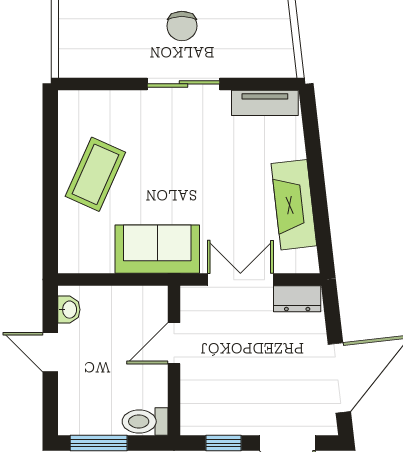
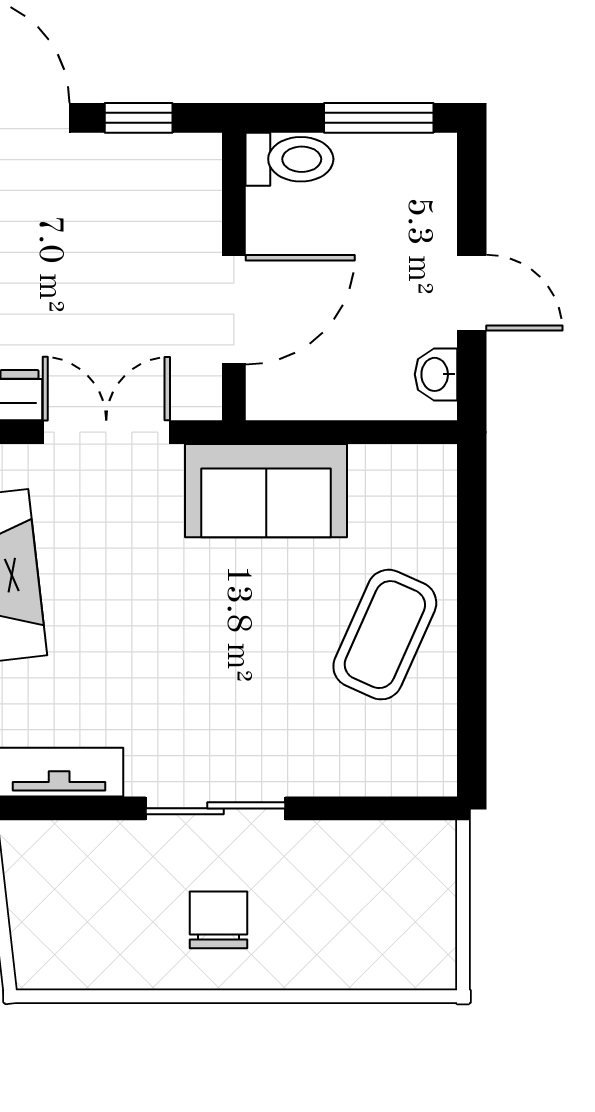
double door: (240, 280) -> (106, 432), swing flipped
door: (174, 343) -> (234, 310), width x1.38

